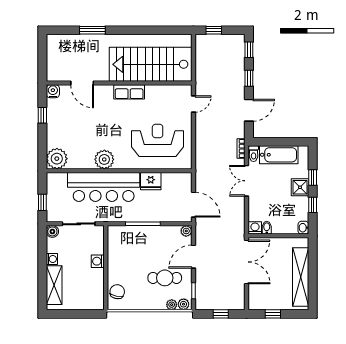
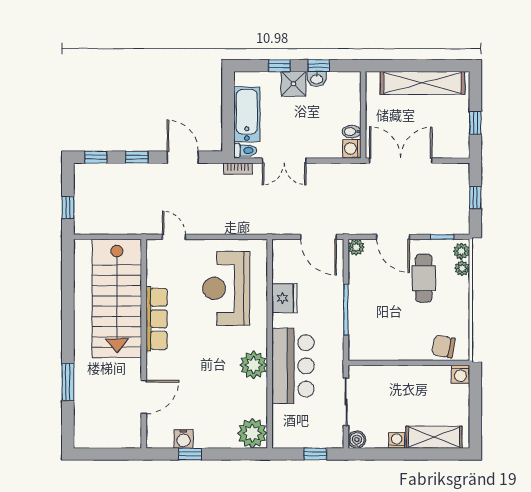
water cooler: (53, 91) -> (183, 439), moved, turned -90
row of seats: (129, 92) -> (157, 319), width x1.48
bar counter: (104, 187) -> (293, 366), width x0.73
door: (193, 205) -> (319, 237), swing flipped
washbasin: (303, 228) -> (317, 79), moved
washing machine: (98, 261) -> (460, 374), moved

